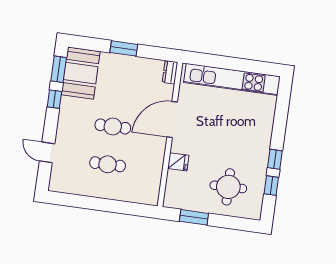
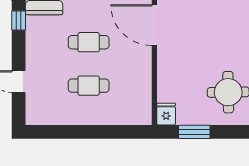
door: (172, 119) -> (154, 25), hinge flipped
fridge: (178, 162) -> (166, 114), moved, turned -90

